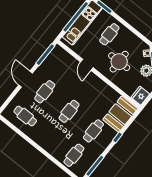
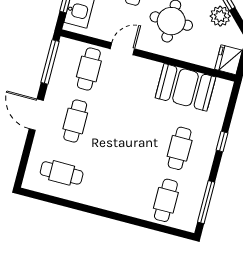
door: (87, 65) -> (122, 49), swing flipped
cafe table: (69, 111) -> (89, 69), moved
booth: (120, 114) -> (185, 87), moved, turned 90

